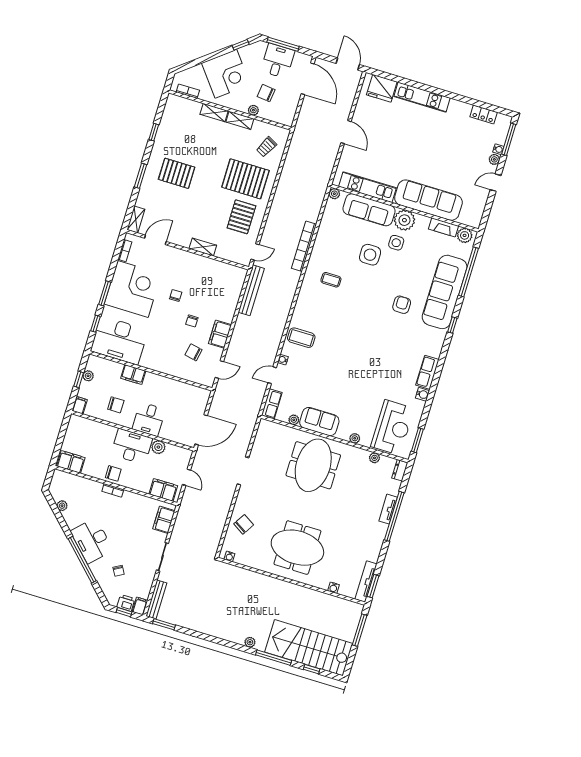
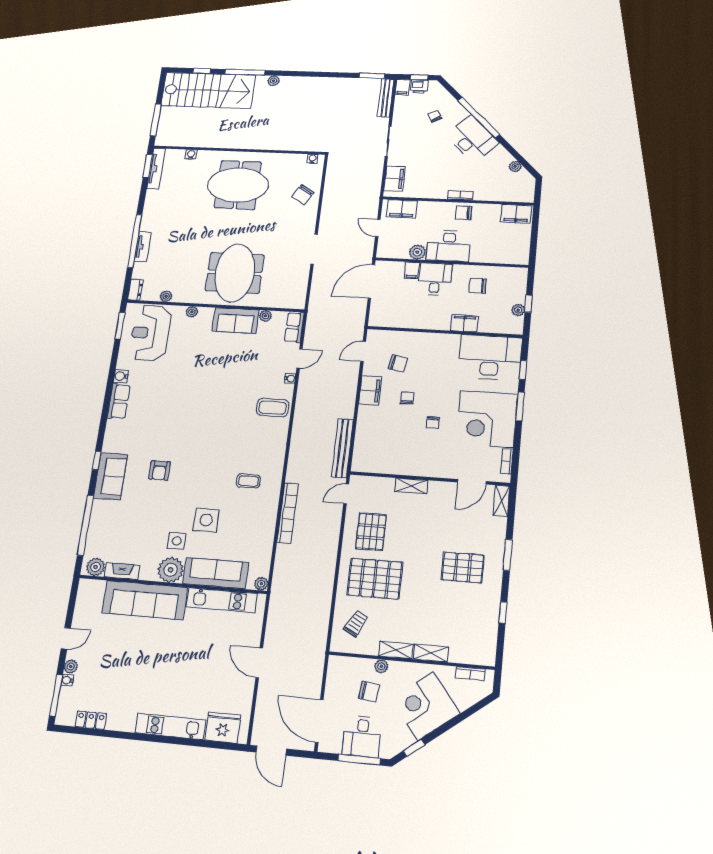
sofa: (445, 292) -> (110, 476), width x0.54, depth x0.79
filing cabinet: (80, 405) -> (412, 271), moved

